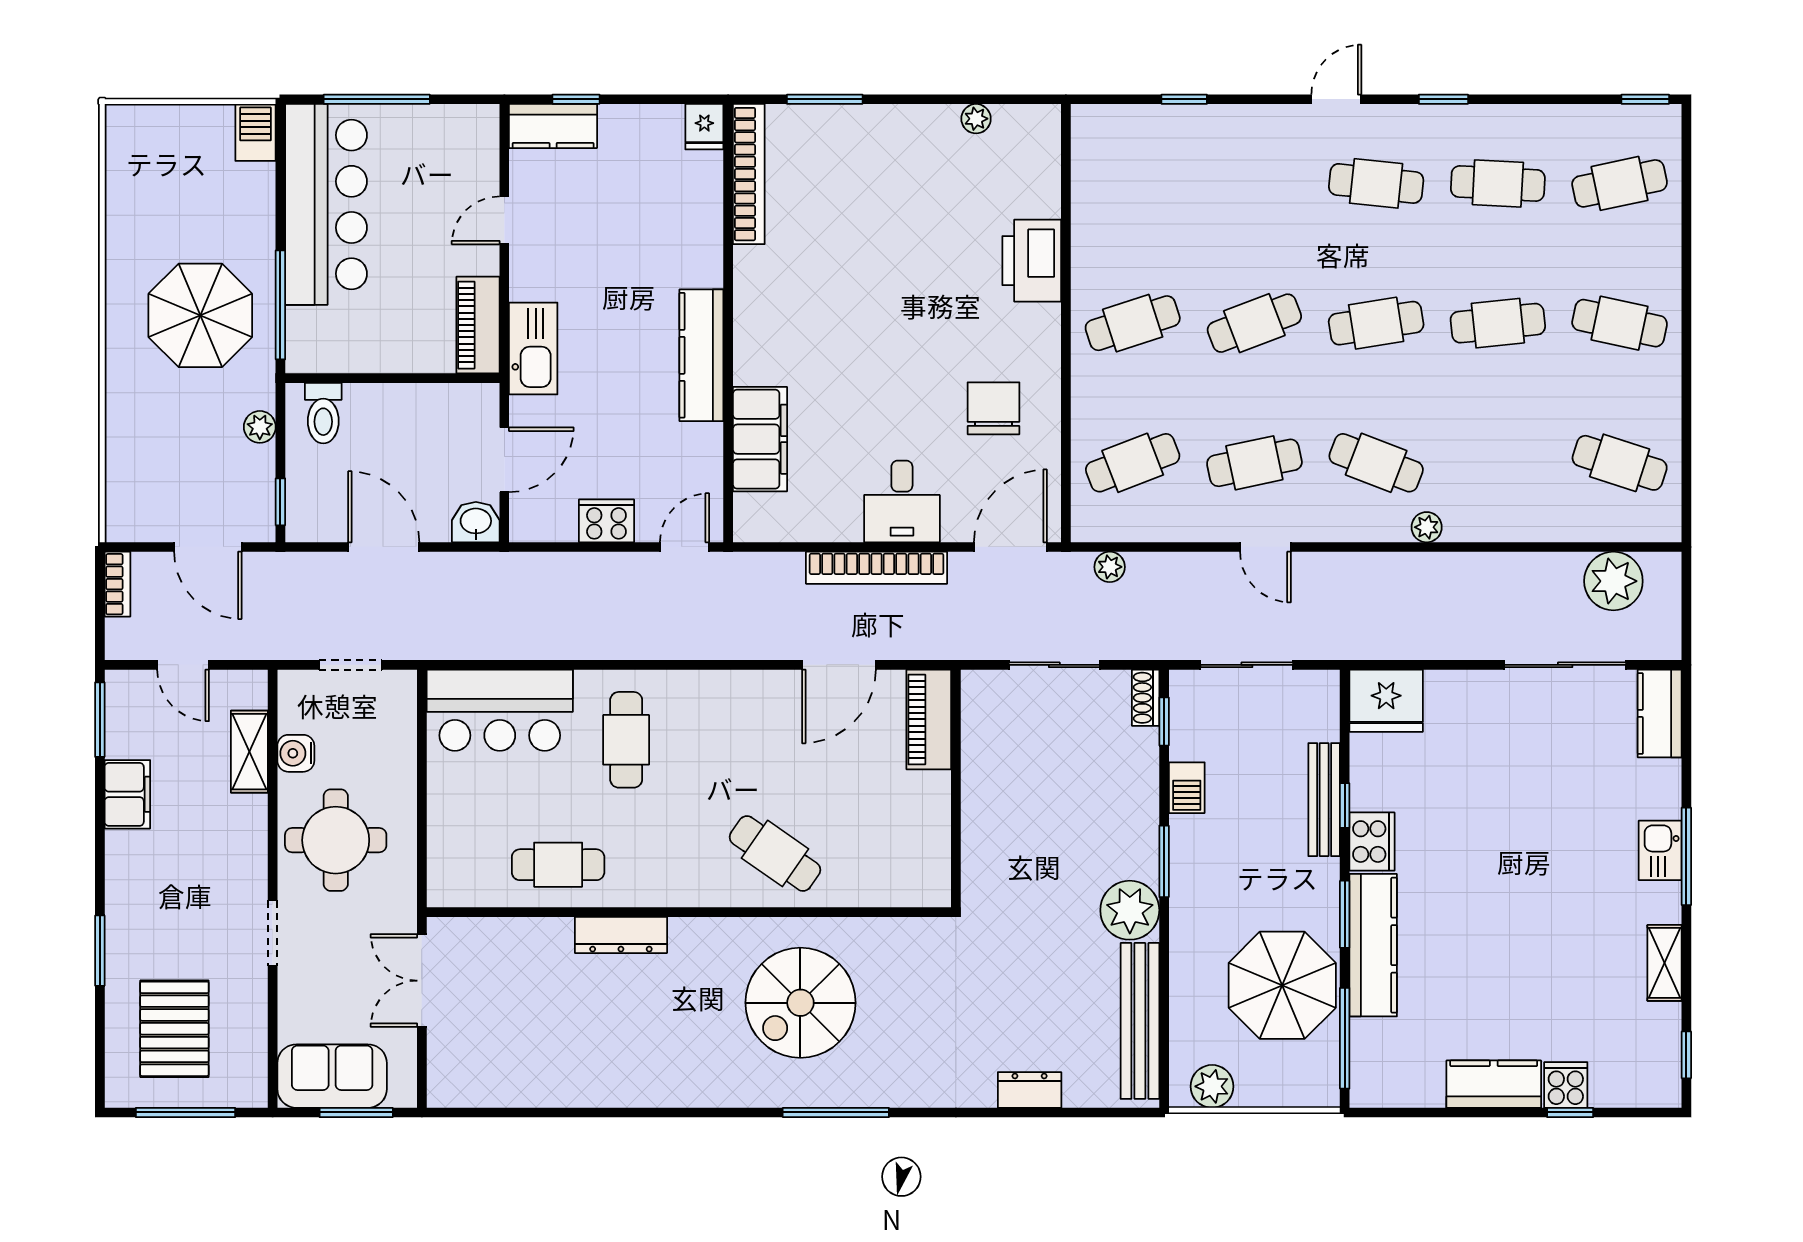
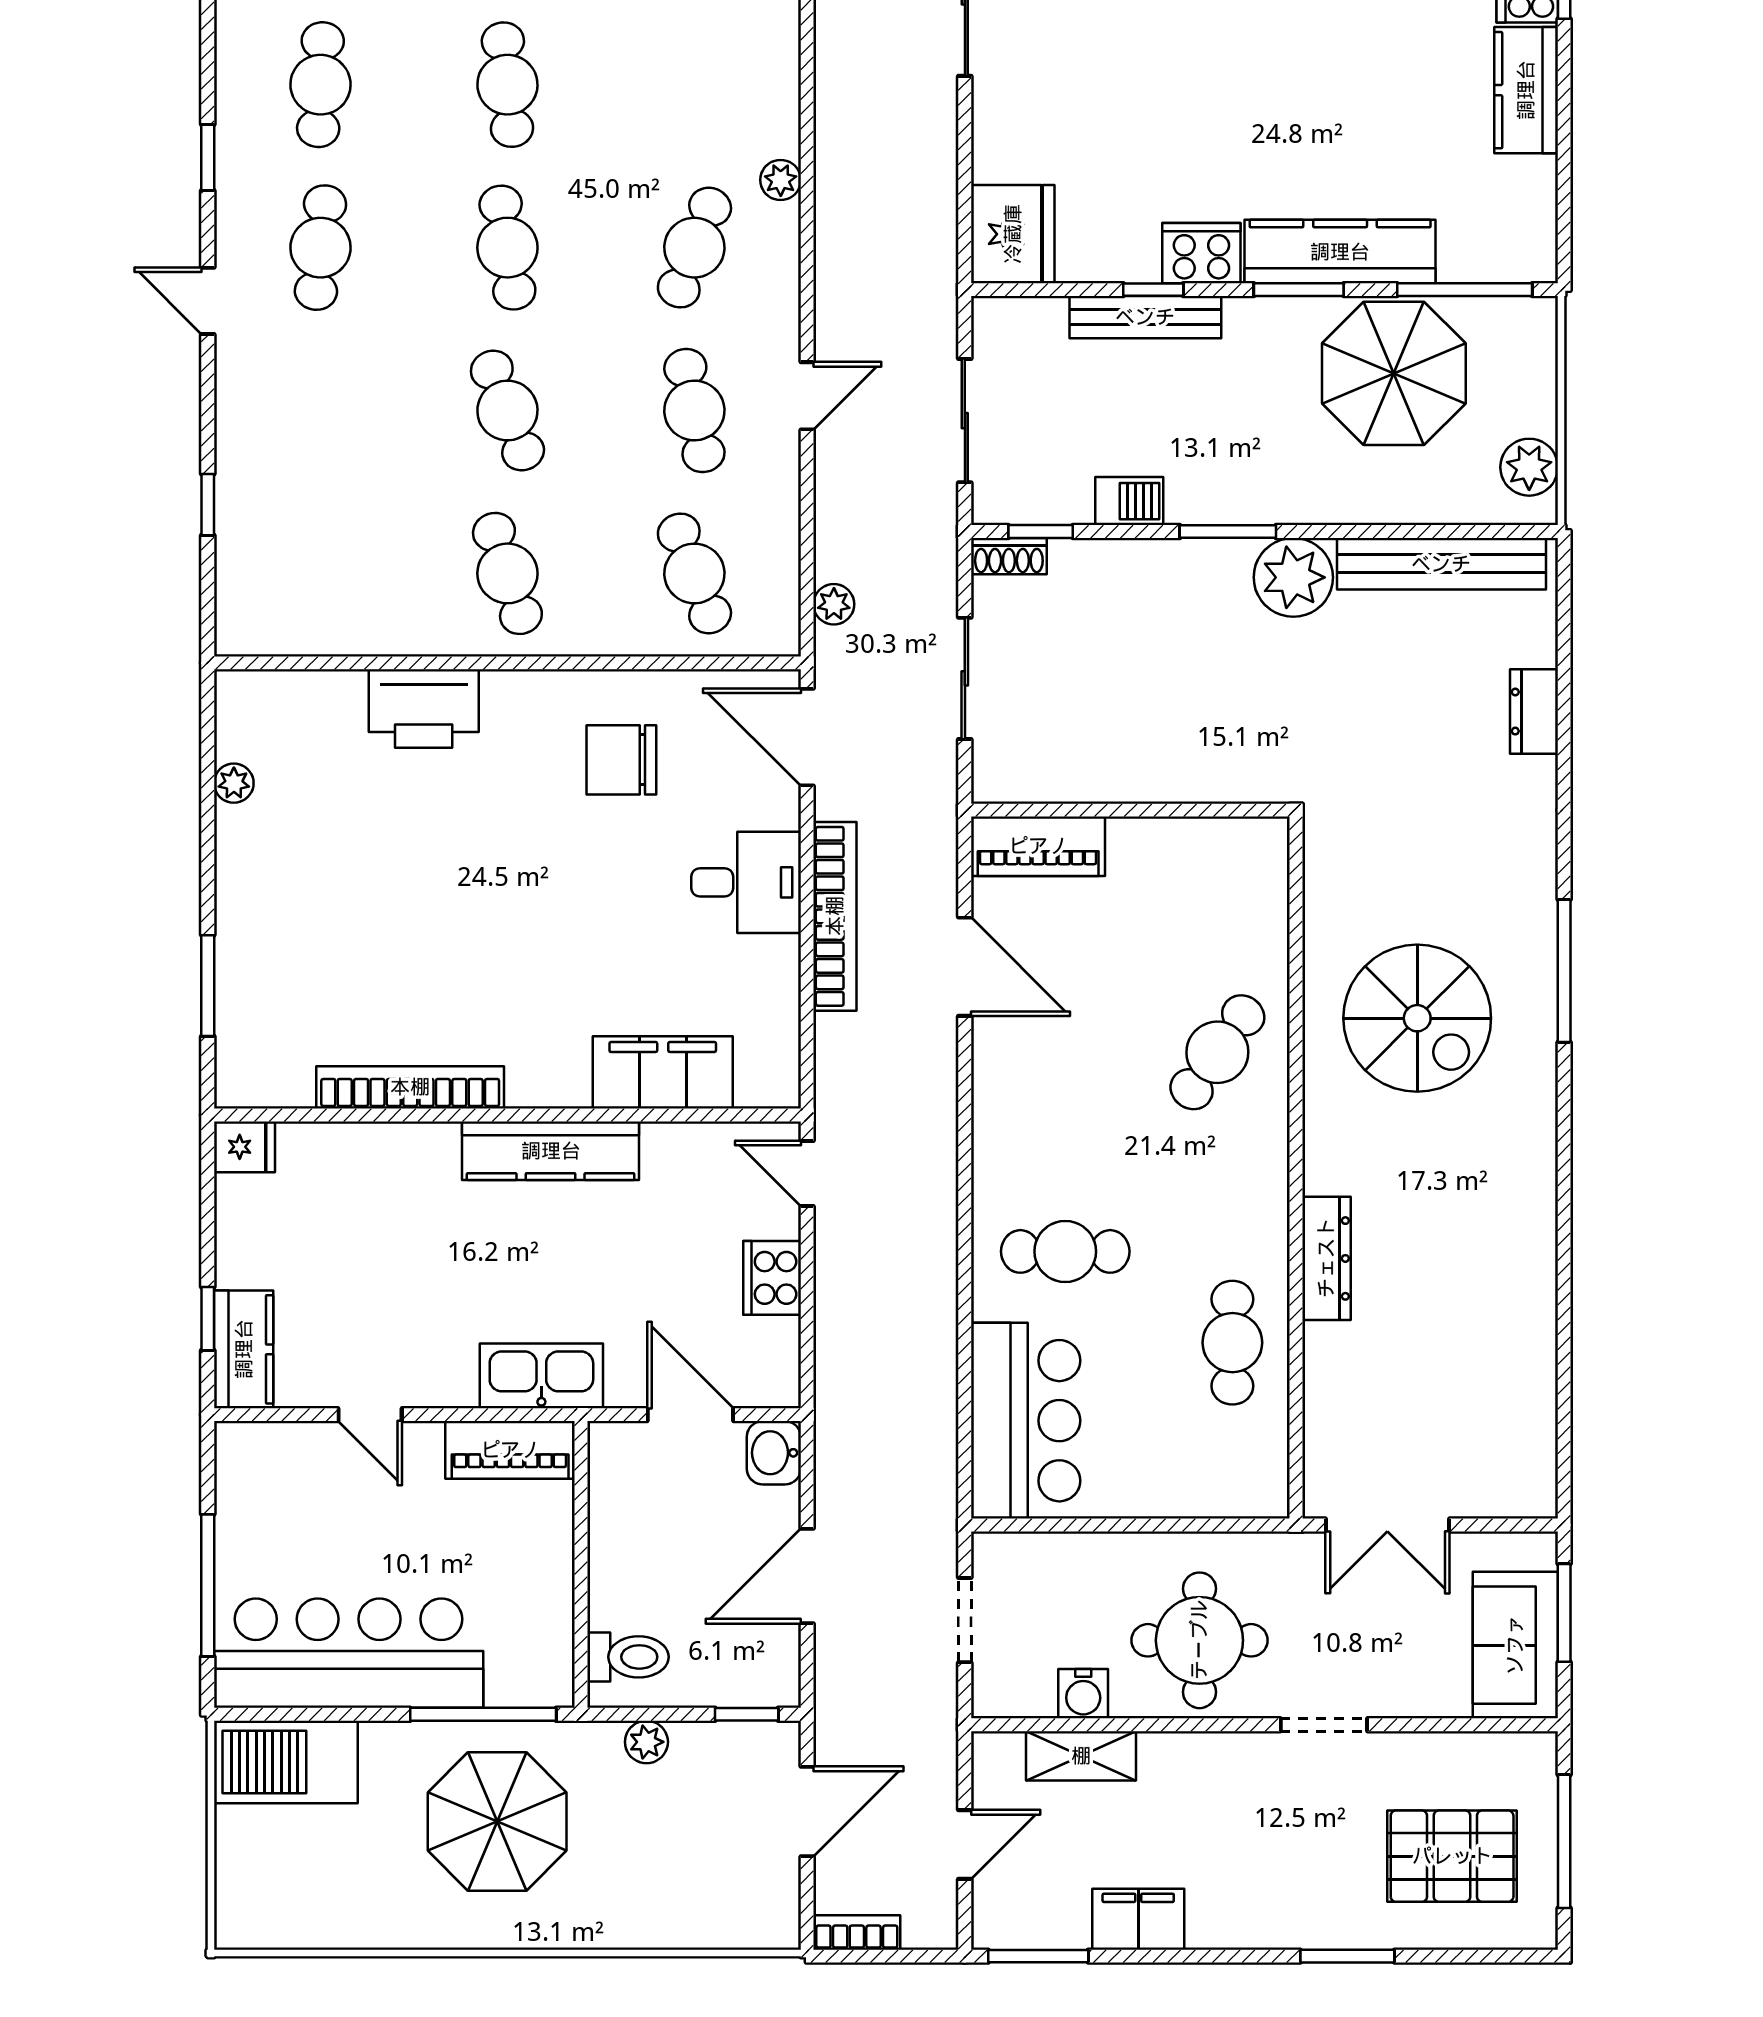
barbecue: (256, 132) -> (286, 1762), width x1.88, depth x1.53
bookcase: (749, 174) -> (410, 1087), moved

